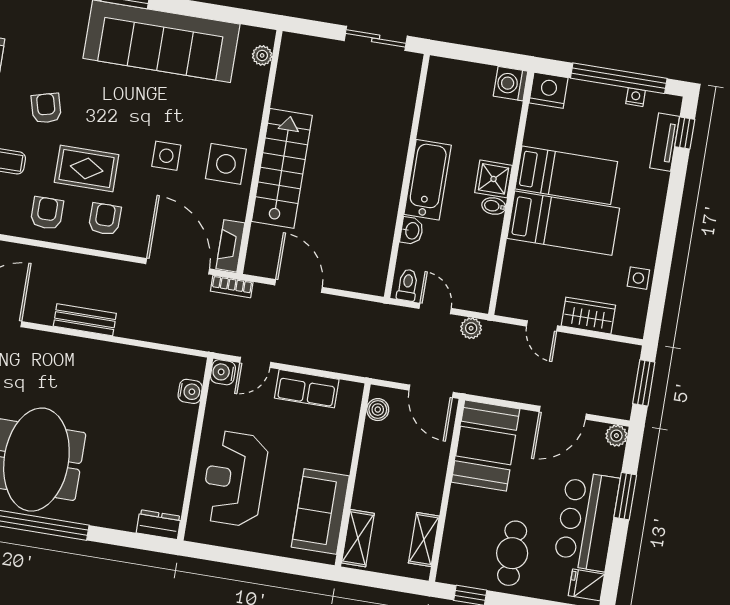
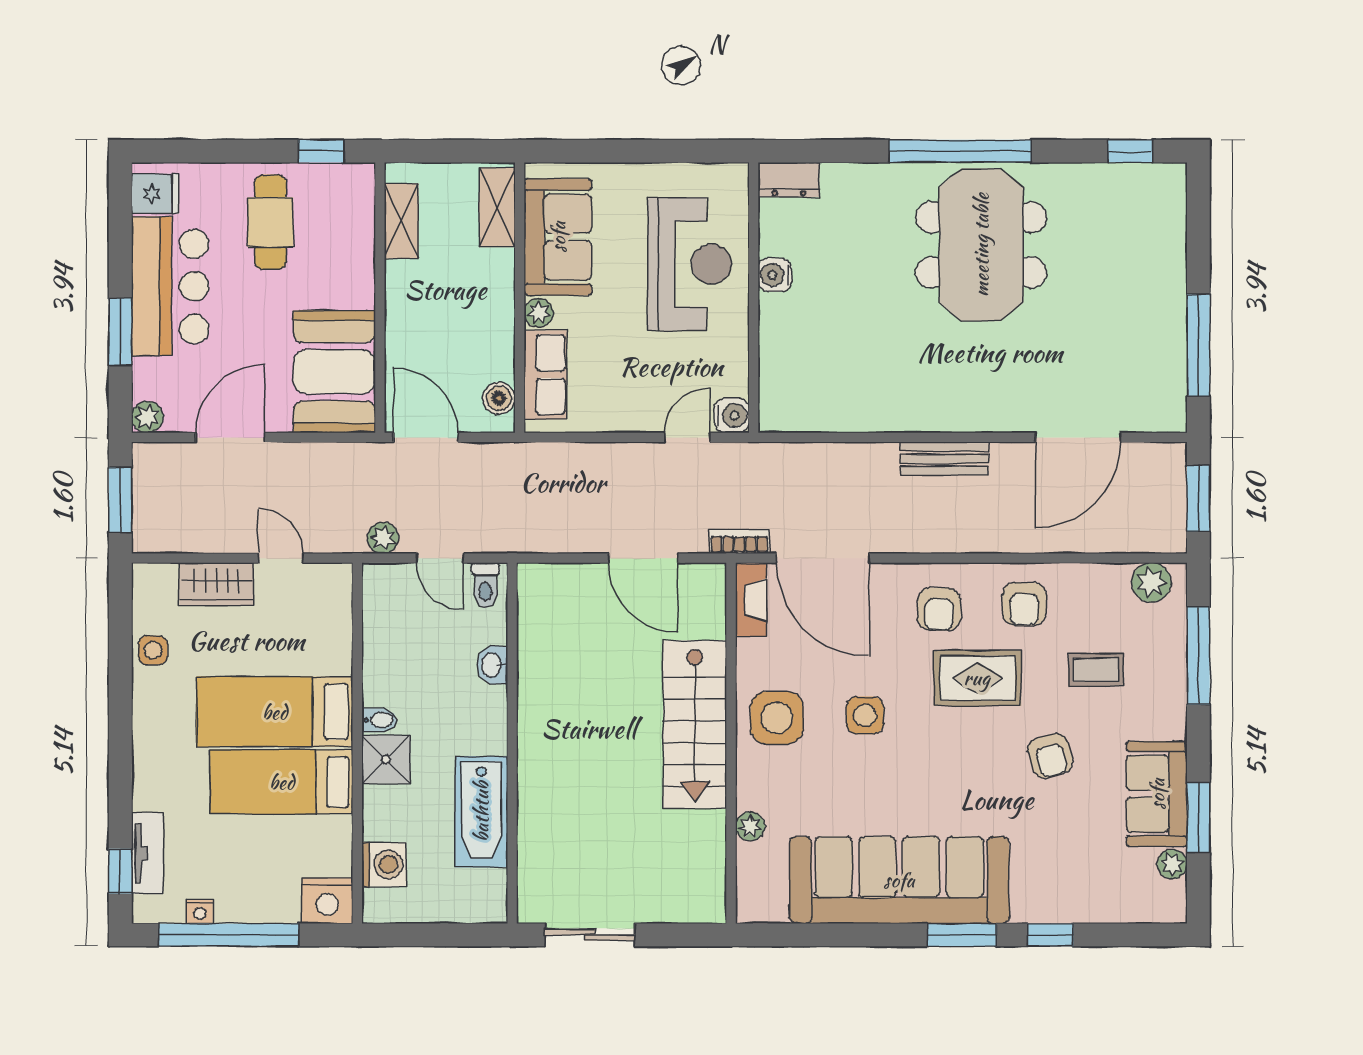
plant: (262, 55) -> (750, 826), moved
washing machine: (511, 84) -> (384, 864), moved
bathtub: (428, 180) -> (481, 812), moved
row of seats: (307, 389) -> (545, 375), moved, turned 90
water cooler: (190, 391) -> (775, 275), moved
plant: (342, 463) -> (539, 313), added

